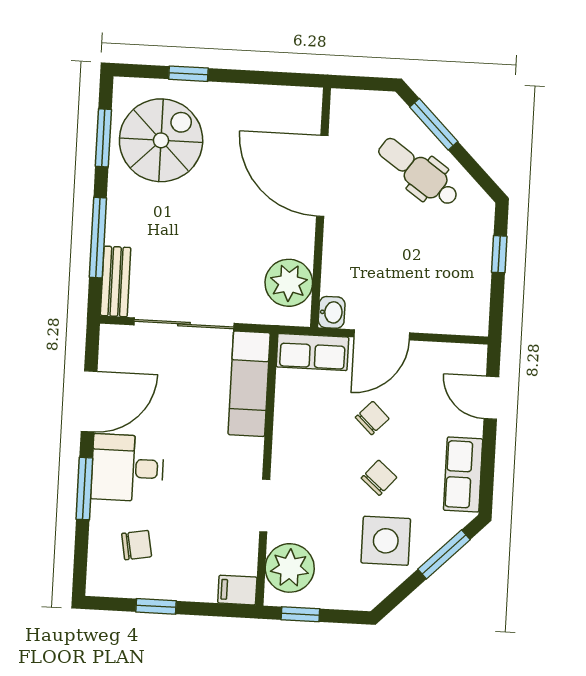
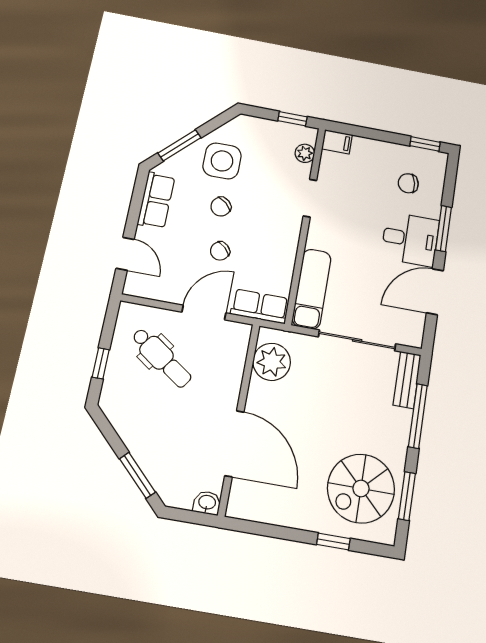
dental chair: (418, 172) -> (161, 358), moved
washbasin: (332, 312) -> (207, 503), moved, turned 90
plant: (290, 568) -> (305, 153), width x0.53, depth x0.53
window: (156, 606) -> (425, 144), moved

